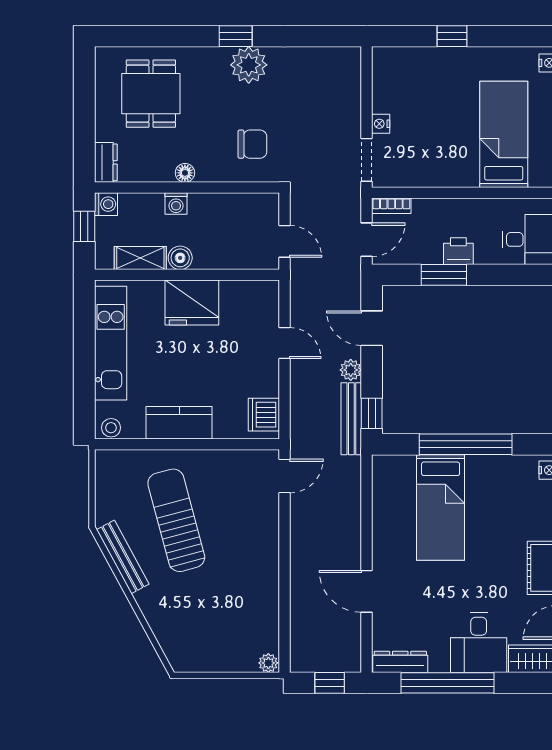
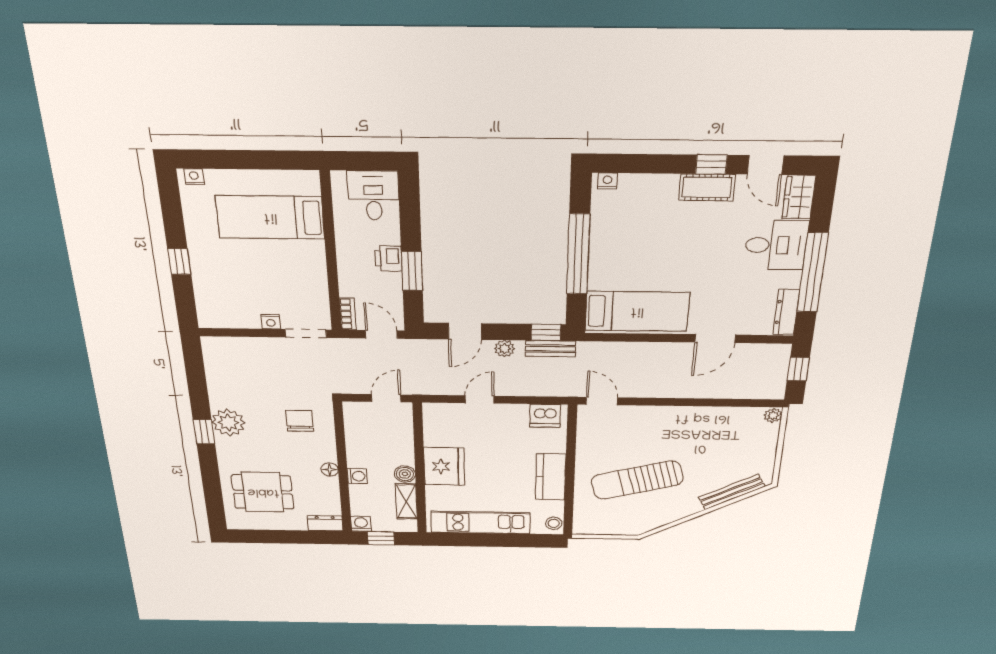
bench: (351, 419) -> (551, 349), width x0.73
bed: (441, 507) -> (637, 311), moved
bench: (123, 557) -> (732, 492), moved

